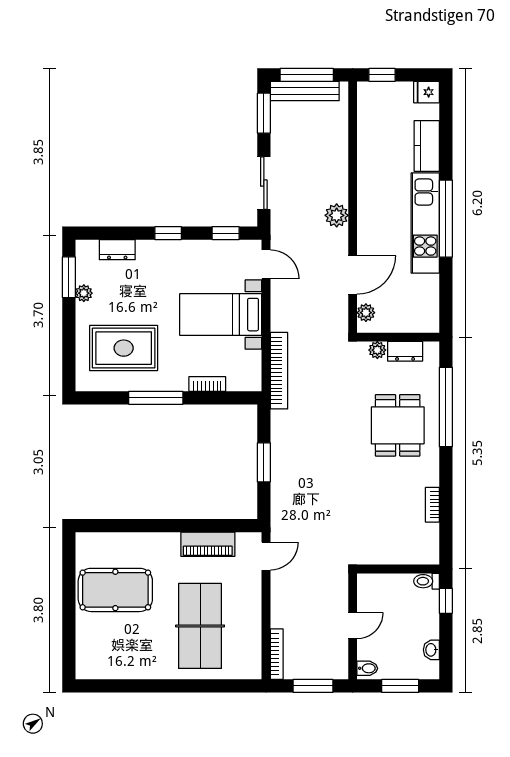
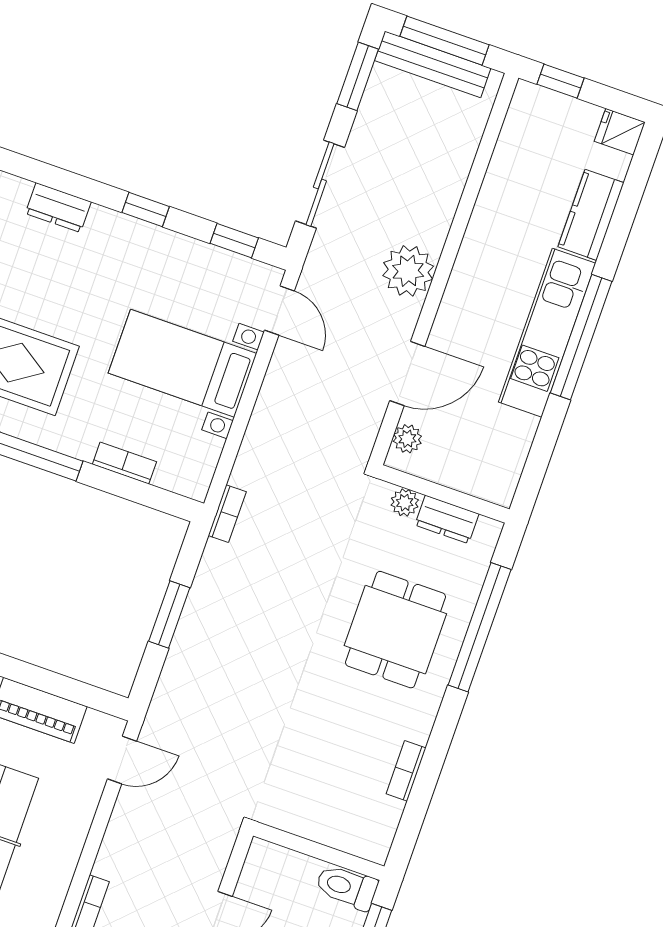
plant: (337, 215) -> (408, 271), width x1.36, depth x1.36
bookcase: (279, 371) -> (227, 514), width x0.43, depth x0.76
toilet: (426, 581) -> (347, 887), width x1.37, depth x1.39

